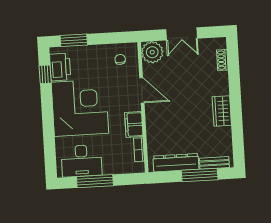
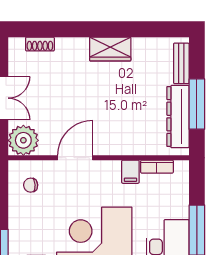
filing cabinet: (134, 125) -> (130, 172), width x0.50
window: (200, 175) -> (197, 104), moved

